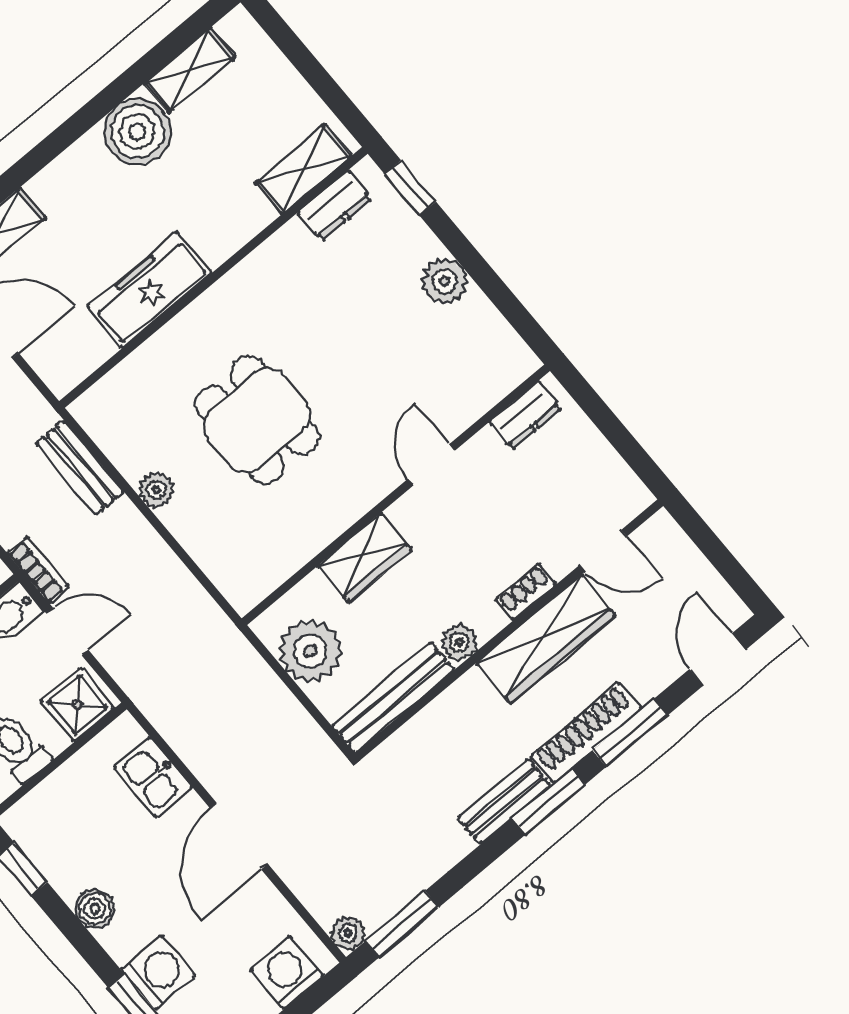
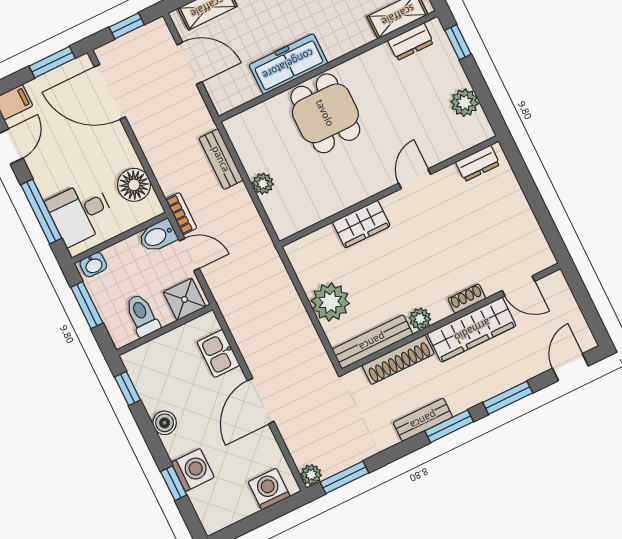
dresser: (525, 415) -> (478, 163), moved
dining table: (257, 420) -> (325, 113), moved
door: (431, 465) -> (415, 179), moved
wall: (396, 495) -> (389, 191), moved
wardrobe: (365, 558) -> (361, 224), moved
shoe rack: (586, 732) -> (398, 360), moved, turned 180

